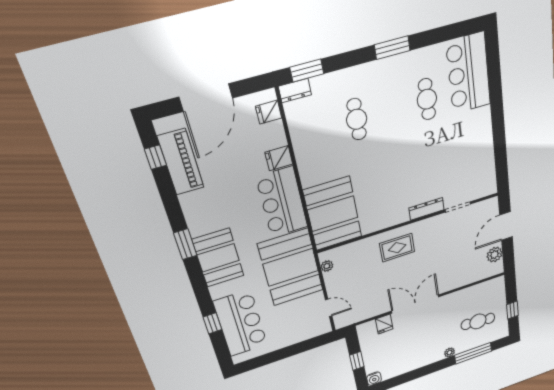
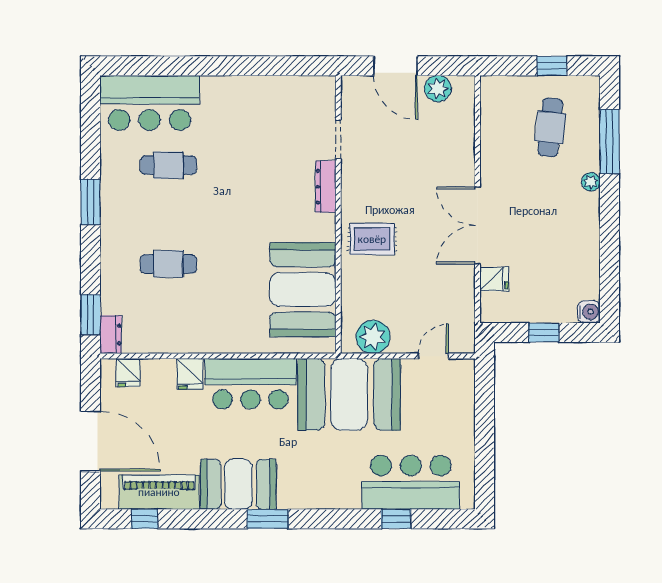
booth: (333, 214) -> (303, 290), moved, turned 90
rug: (397, 248) -> (372, 239), turned 90
booth: (218, 258) -> (238, 484), moved
plant: (327, 266) -> (373, 337), width x1.88, depth x1.88

